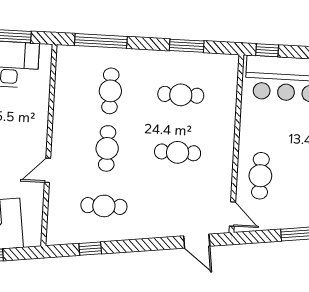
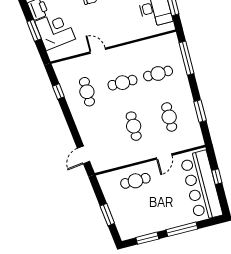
window: (267, 50) -> (217, 177), moved
door: (232, 214) -> (164, 157), moved

